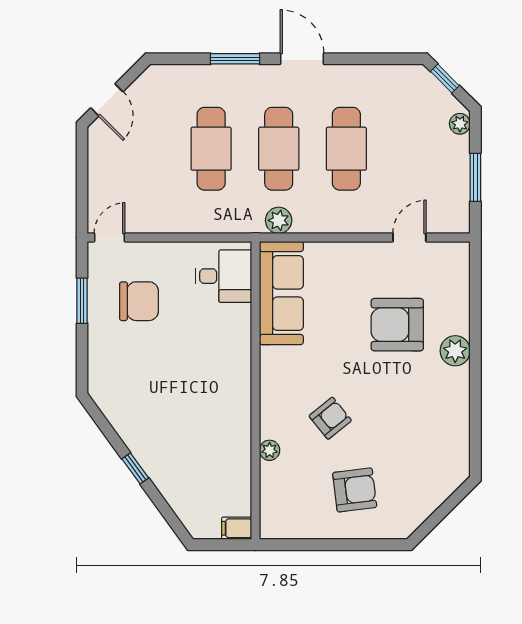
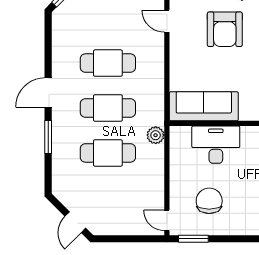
door: (107, 100) -> (75, 222), swing flipped
plant: (279, 220) -> (156, 135), moved
desk: (223, 276) -> (216, 145), moved, width x1.37
window: (82, 301) -> (193, 239), moved

